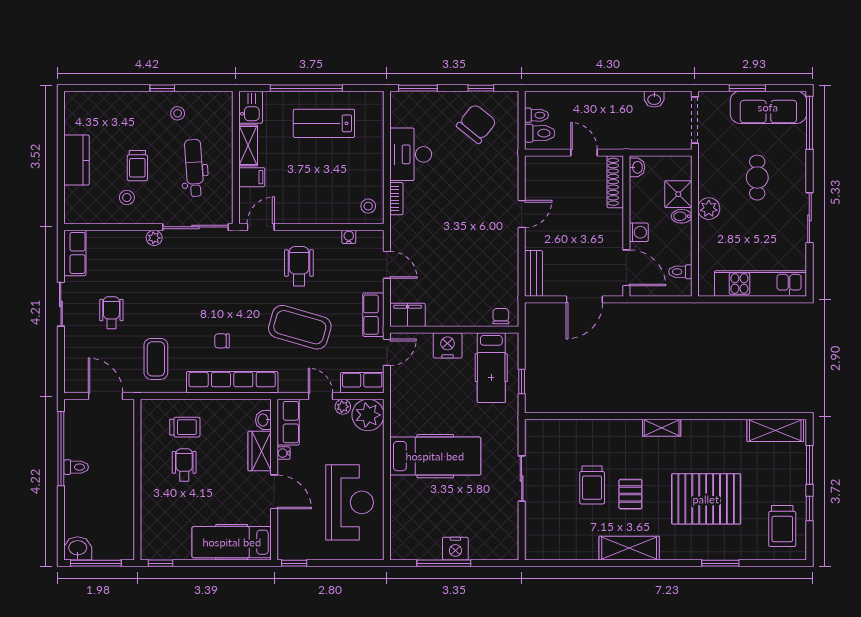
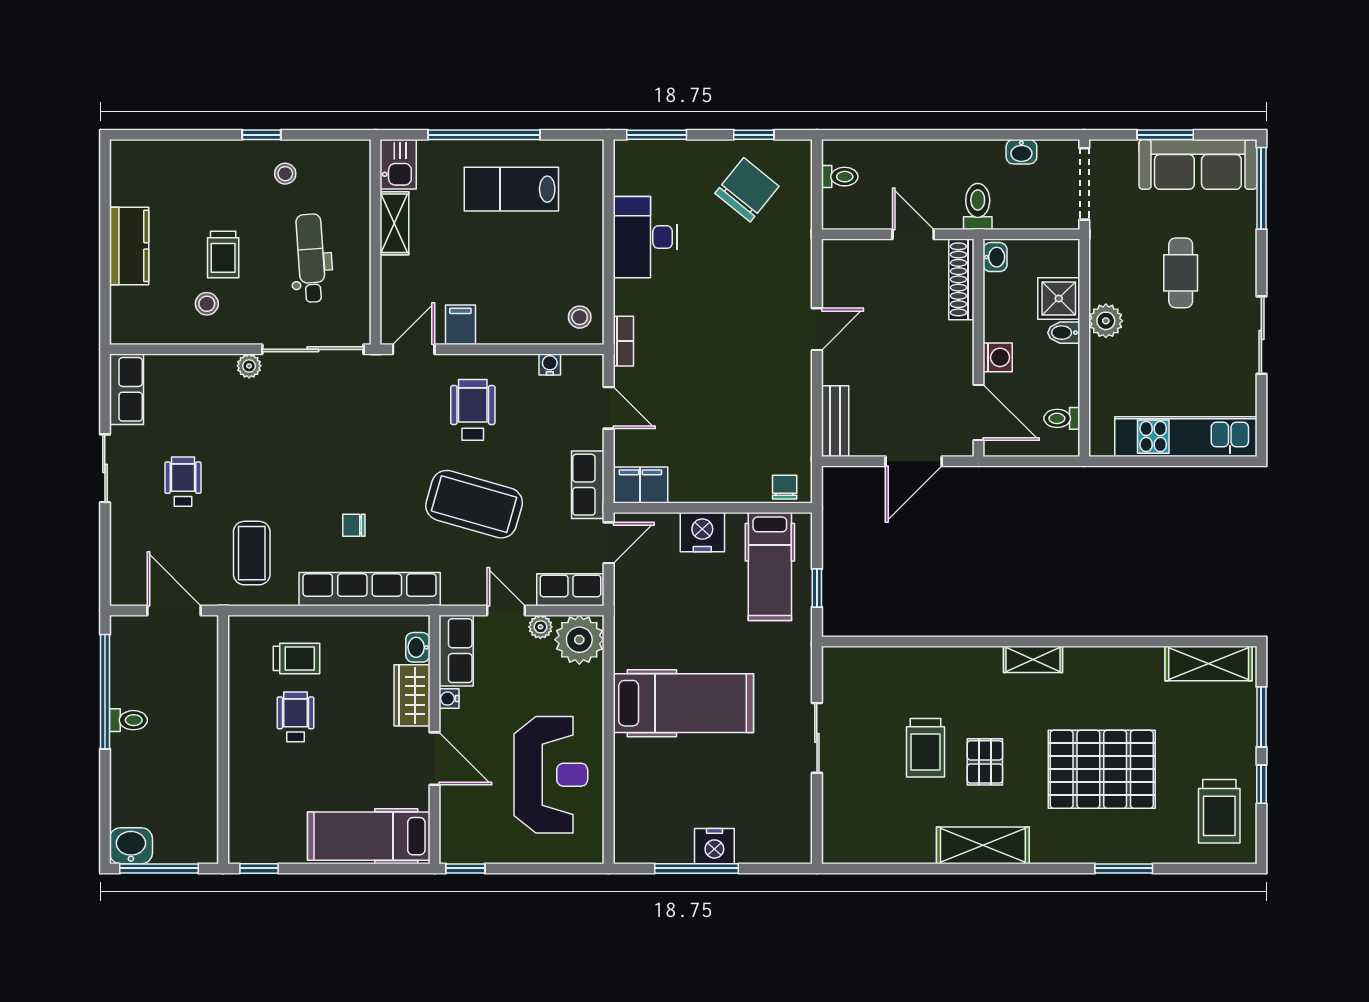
toilet: (540, 133) -> (978, 206), moved, turned -90
filing cabinet: (252, 177) -> (460, 325), moved, turned -90
bookcase: (396, 199) -> (623, 341), moved

